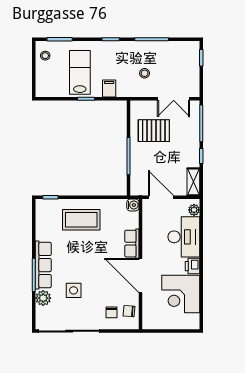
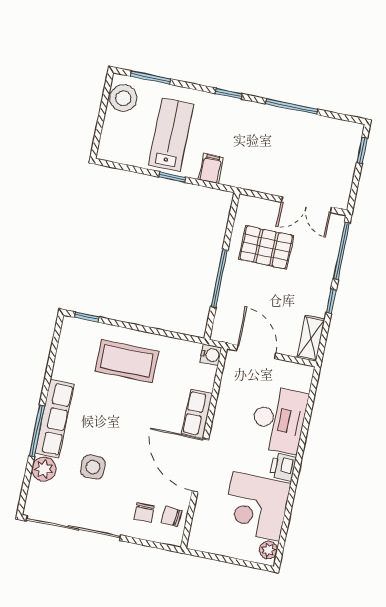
stool: (45, 56) -> (123, 98), width x1.89, depth x1.89
stool: (145, 73) -> (270, 156), removed
plant: (194, 210) -> (268, 550), moved

